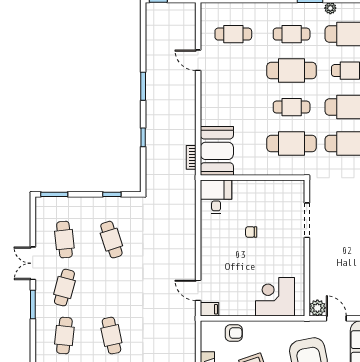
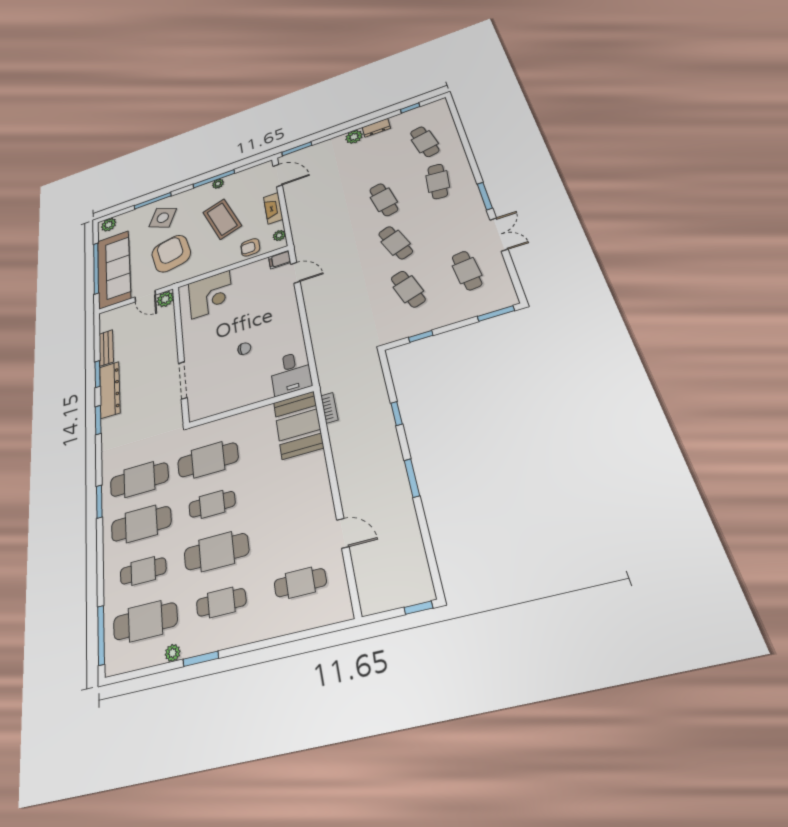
cafe table: (64, 288) -> (395, 243), moved, turned -36
plant: (206, 335) -> (279, 235), added

